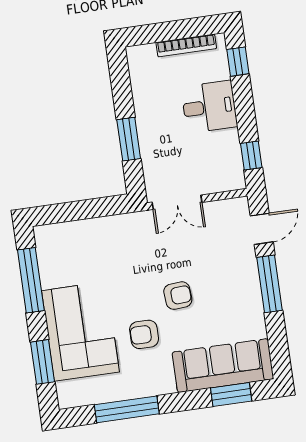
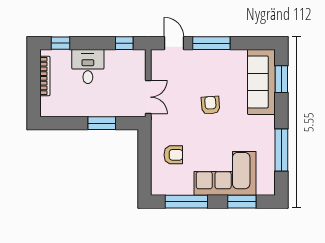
armchair: (144, 334) -> (173, 155), moved, turned -90

